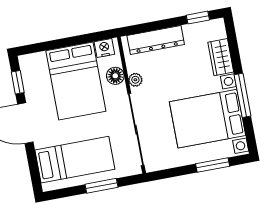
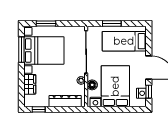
nightstand: (30, 77) -> (141, 93), added
window: (243, 95) -> (21, 50), moved

